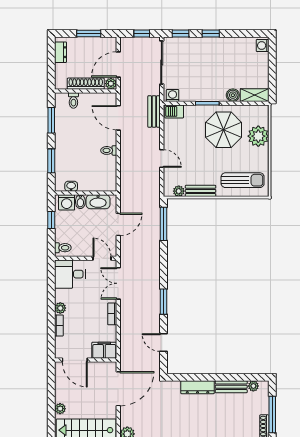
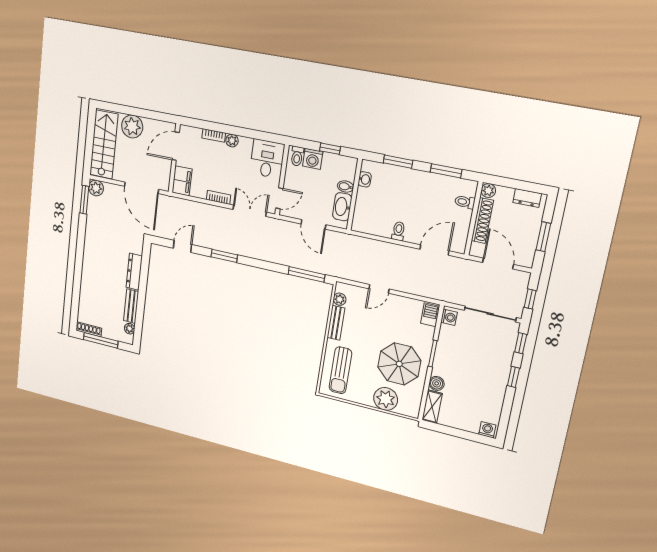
plant: (111, 84) -> (488, 191), moved
bench: (154, 111) -> (434, 292), removed
washing machine: (67, 202) -> (313, 159), moved, turned -90
plant: (60, 409) -> (132, 126), width x1.87, depth x1.87

